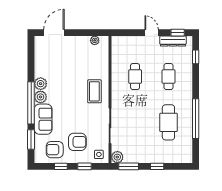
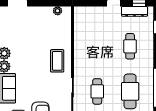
cafe table: (135, 77) -> (97, 91), moved

